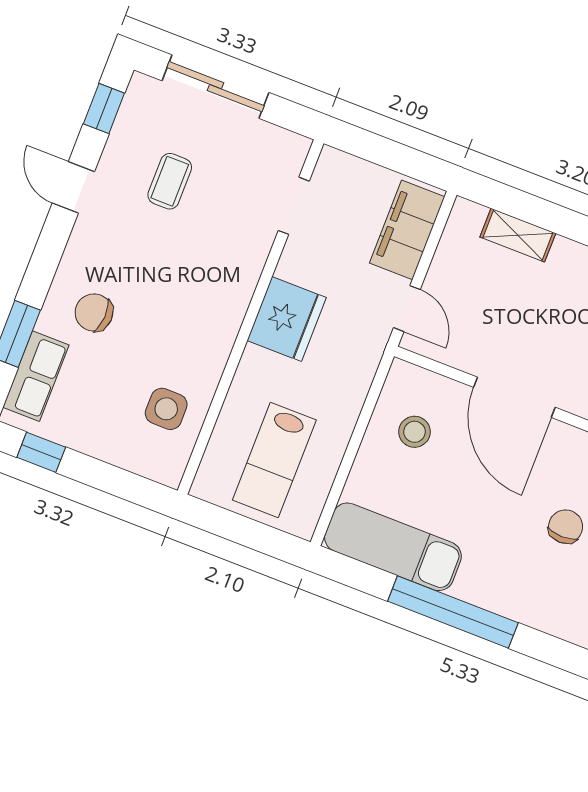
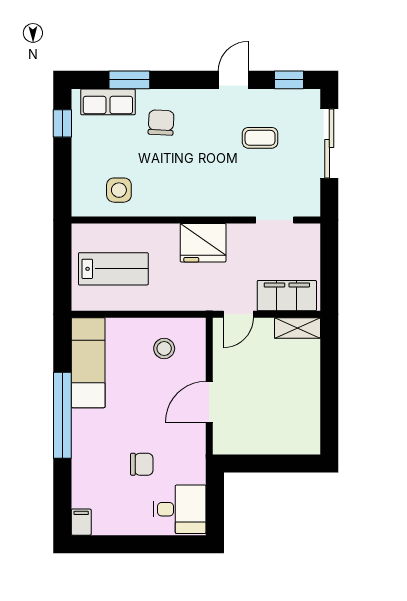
shelving: (518, 235) -> (297, 328), moved, turned 90
door: (514, 397) -> (209, 402), width x0.73
lab bench: (274, 460) -> (113, 269), turned 180

